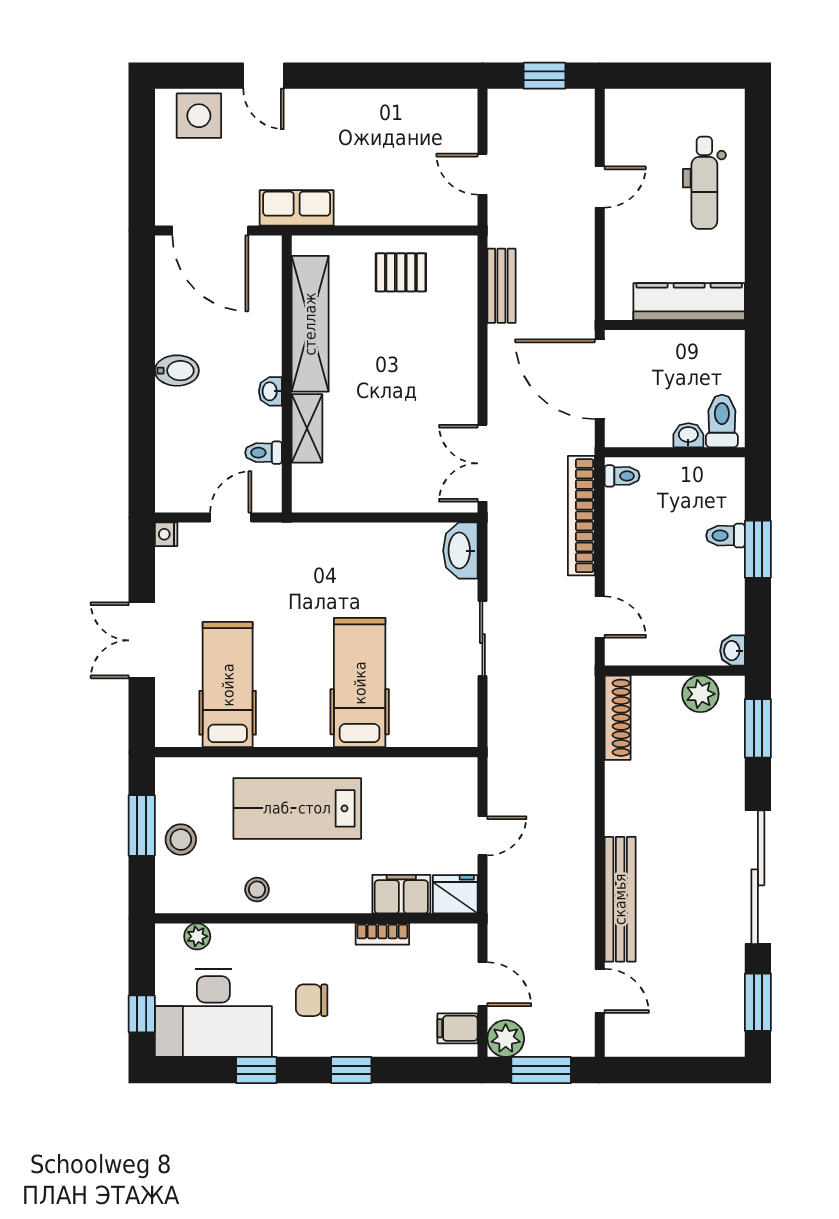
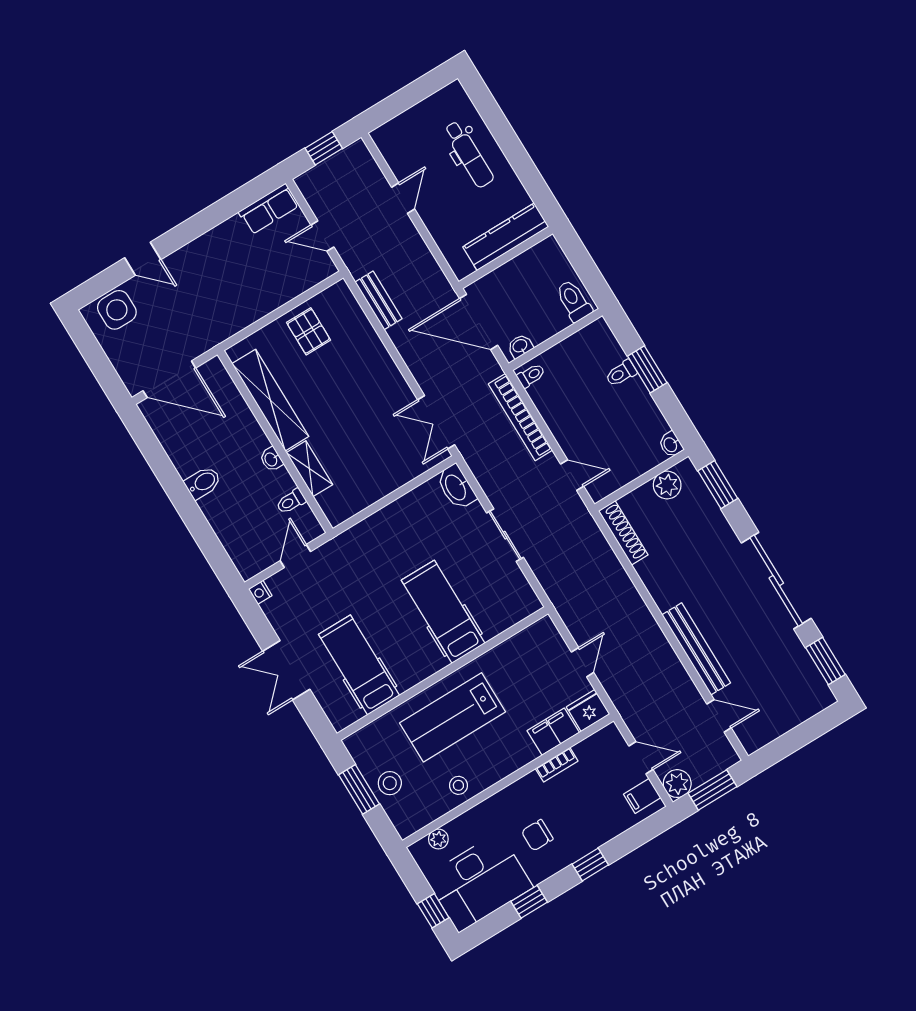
row of seats: (297, 208) -> (269, 209), moved, turned 180
pallet: (401, 272) -> (309, 331), turned 90
washbasin: (688, 435) -> (520, 346), moved

